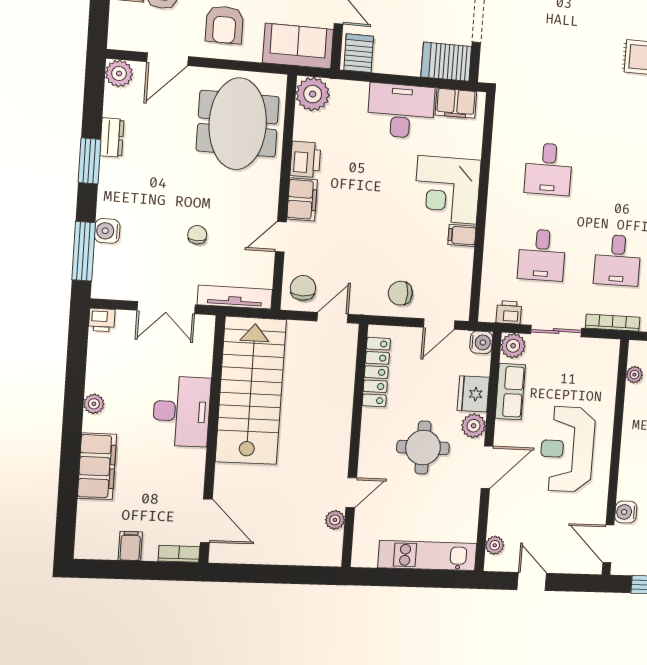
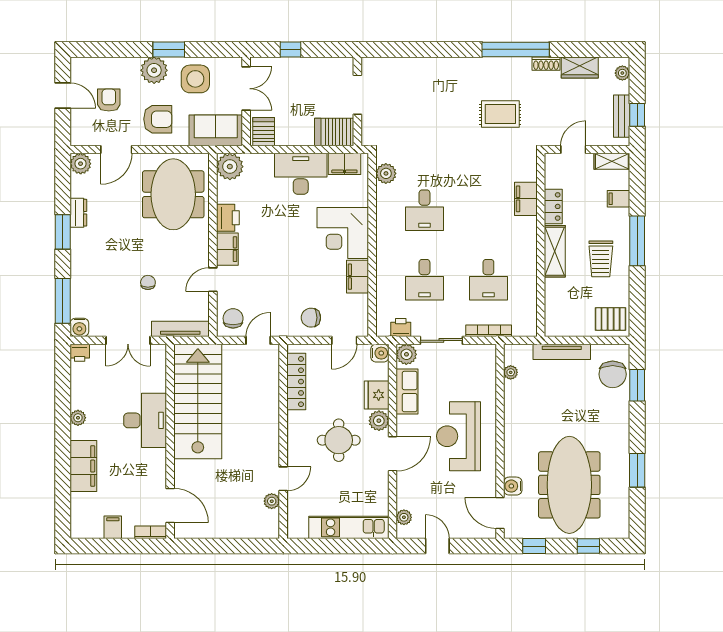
armchair: (224, 25) -> (158, 119), turned -90
plant: (506, 119) -> (386, 173), added
water cooler: (107, 231) -> (79, 327), moved, turned -90
filing cabinet: (462, 235) -> (357, 277), width x2.00

